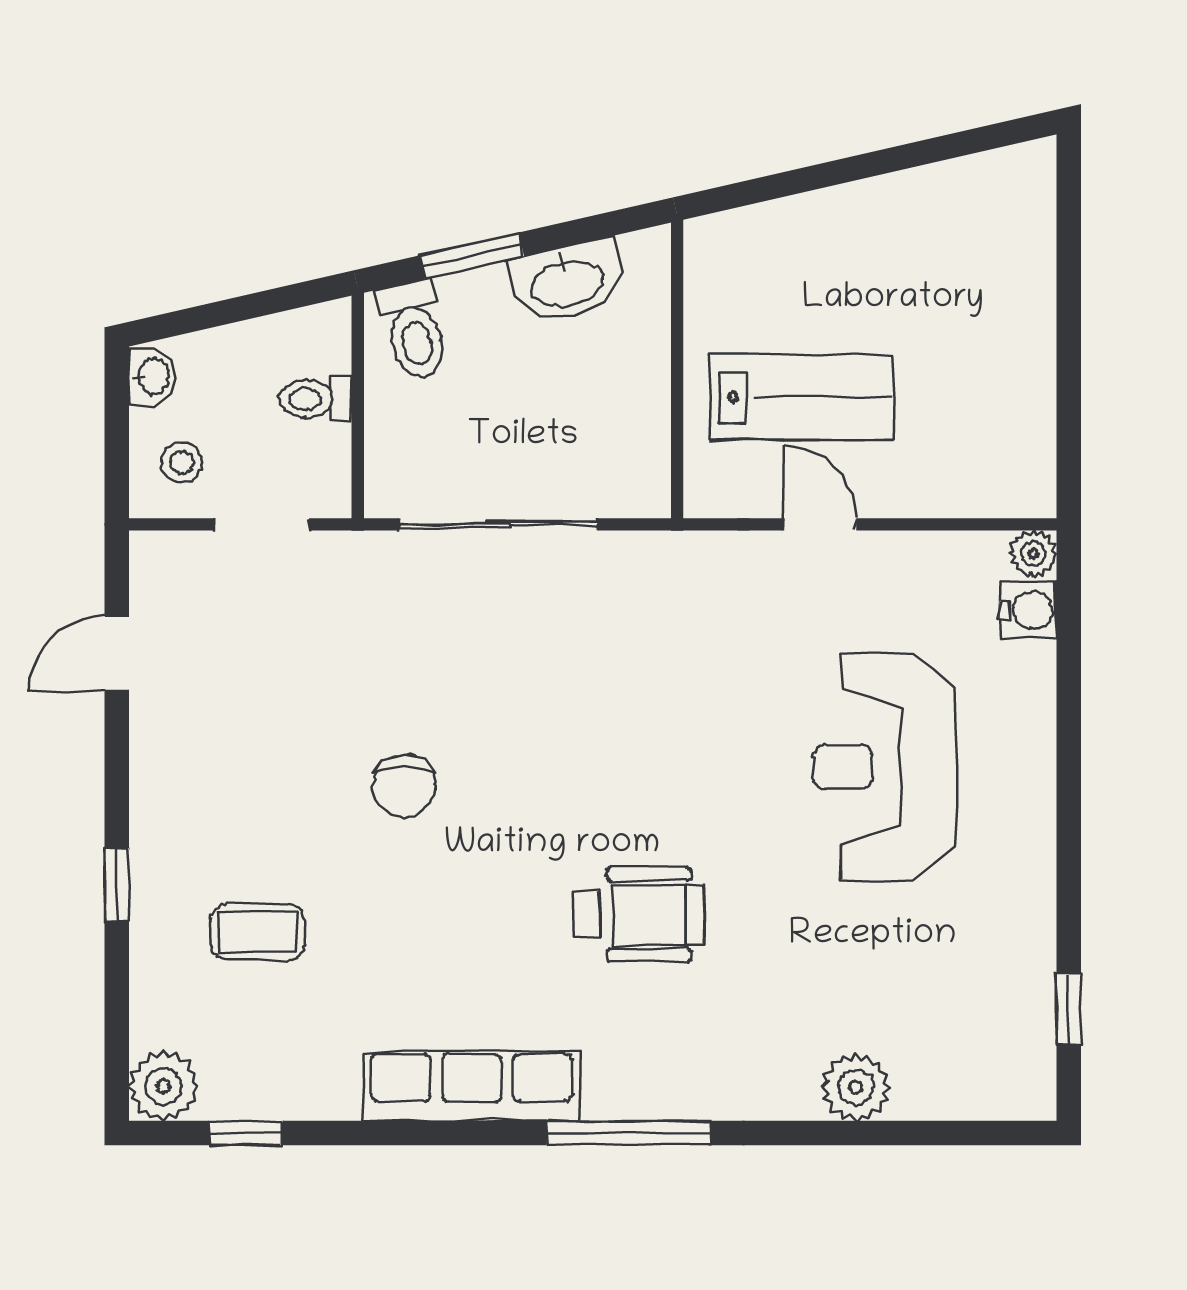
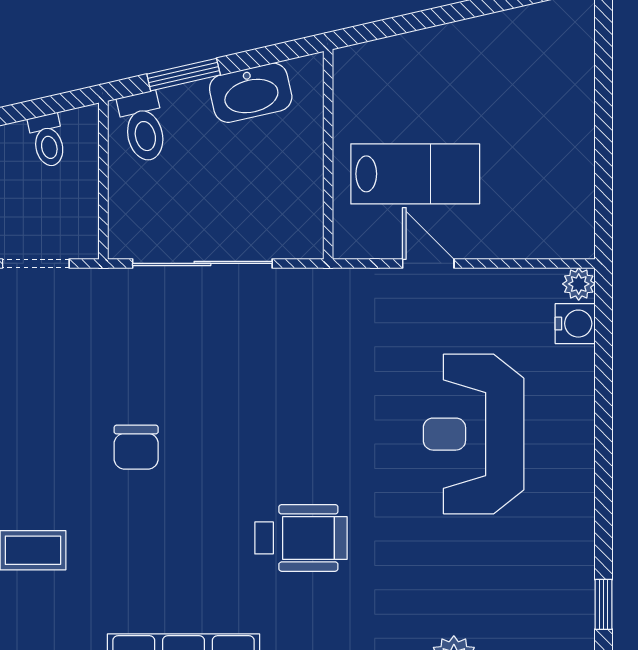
toilet: (316, 399) -> (48, 140), moved, turned -103

